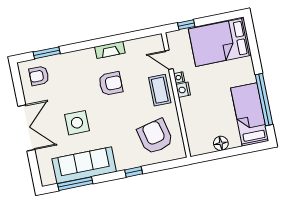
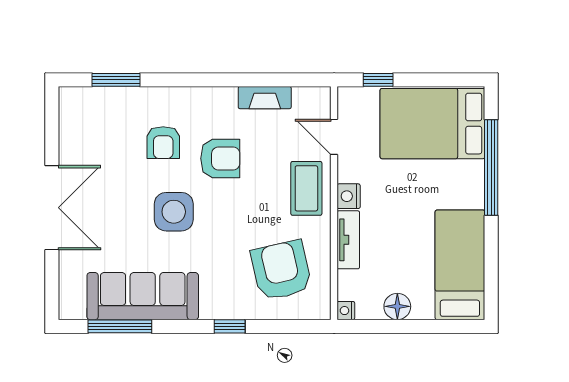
fireplace: (110, 50) -> (265, 98), moved
armchair: (39, 76) -> (163, 143), moved, turned -90
nightstand: (179, 77) -> (346, 311), moved
window: (264, 100) -> (491, 168), moved
tv unit: (188, 113) -> (348, 240), added
side table: (77, 123) -> (174, 212), moved

